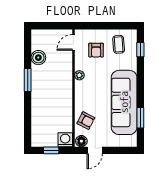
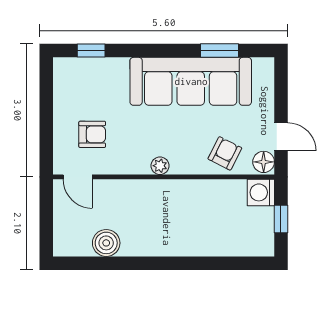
coffee table: (119, 44) -> (81, 92), removed
plant: (79, 75) -> (160, 166), moved
window: (28, 80) -> (148, 263), removed

